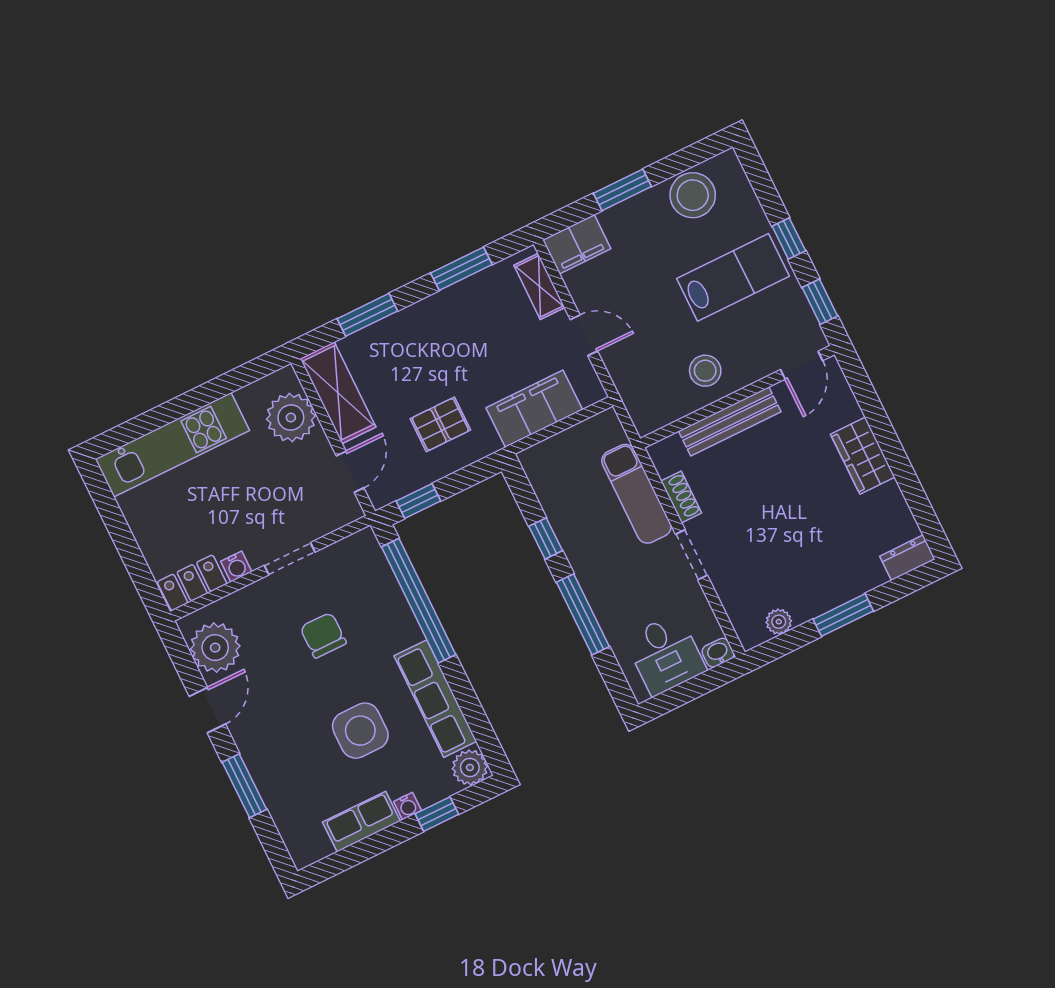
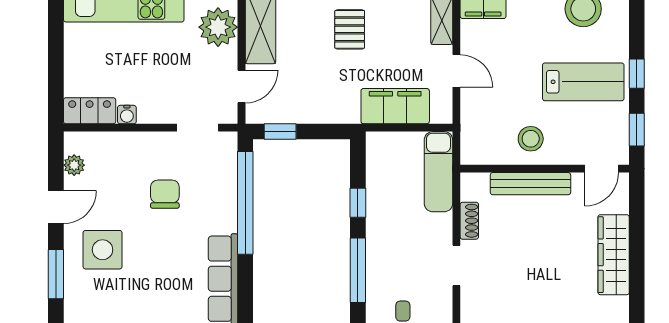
pallet: (440, 424) -> (350, 29), moved, turned 90
wardrobe: (863, 456) -> (614, 255), width x1.50
exam couch: (636, 494) -> (438, 172), moved
doorway: (290, 559) -> (198, 128), moved
plant: (215, 648) -> (74, 165), width x0.53, depth x0.53
side table: (360, 731) -> (103, 250), moved

